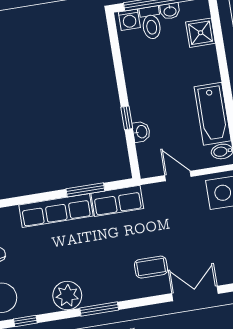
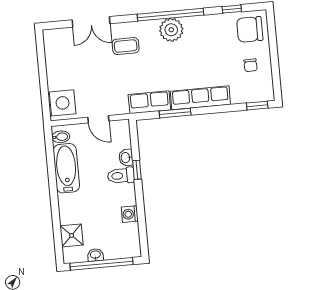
washing machine: (129, 20) -> (130, 214), moved, turned -90
toilet: (151, 23) -> (121, 176), moved, turned -90
plant: (67, 295) -> (171, 30), moved
window: (99, 309) -> (170, 15), width x2.11

